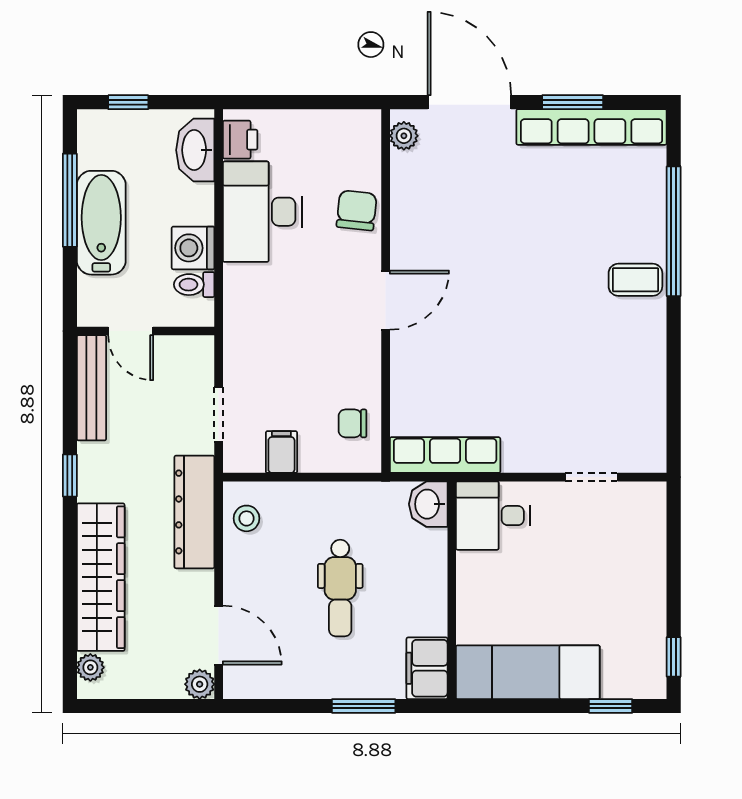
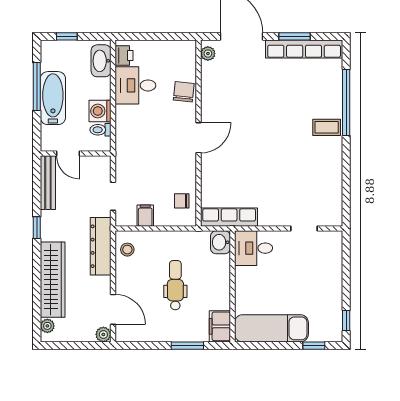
desk: (262, 212) -> (135, 85), width x0.73
dental chair: (340, 588) -> (175, 285), turned 180

